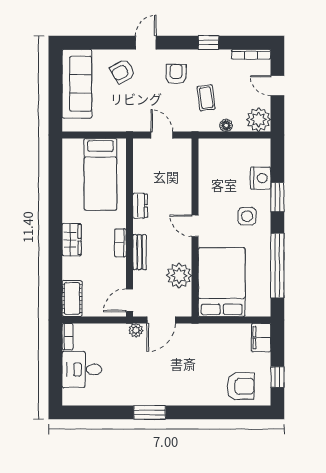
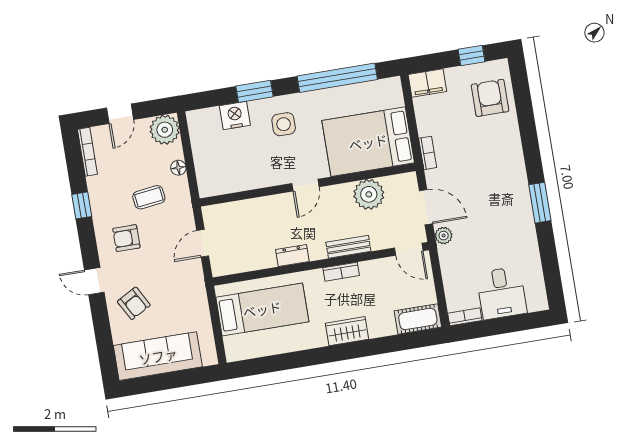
bookcase: (205, 329) -> (428, 153), added

